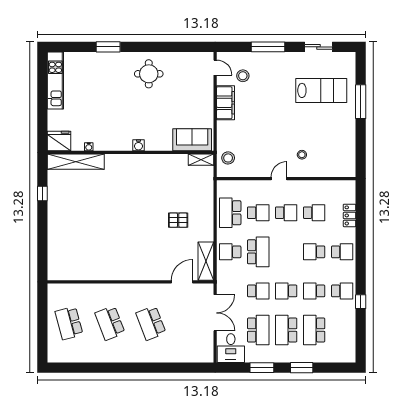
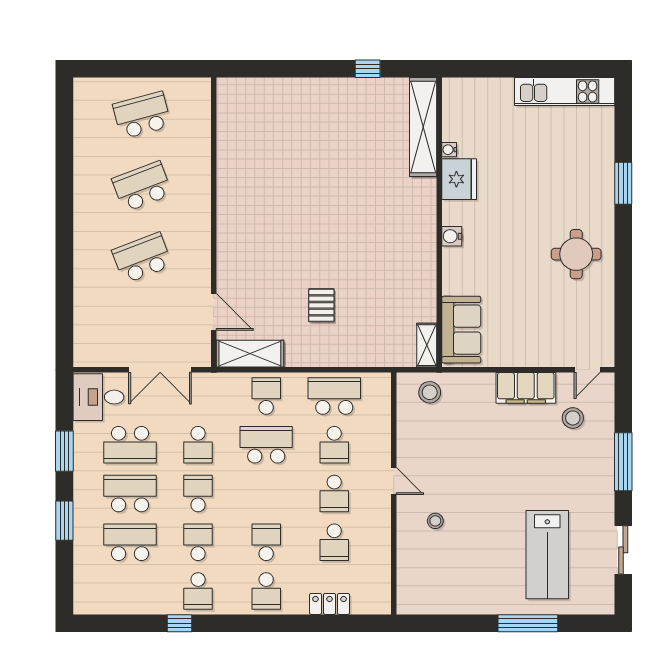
fridge: (59, 141) -> (459, 179), moved
school desk: (258, 252) -> (266, 445), turned 180

